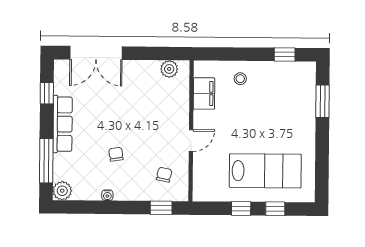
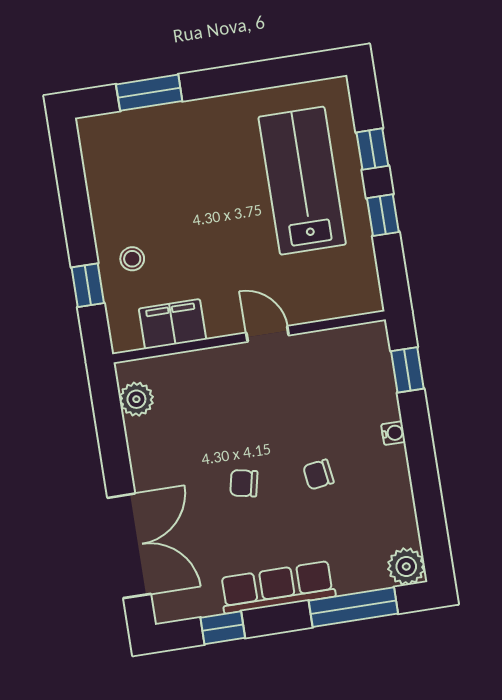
window: (285, 55) -> (88, 285), moved
chair: (164, 175) -> (244, 483), moved
water cooler: (107, 195) -> (393, 433), moved

